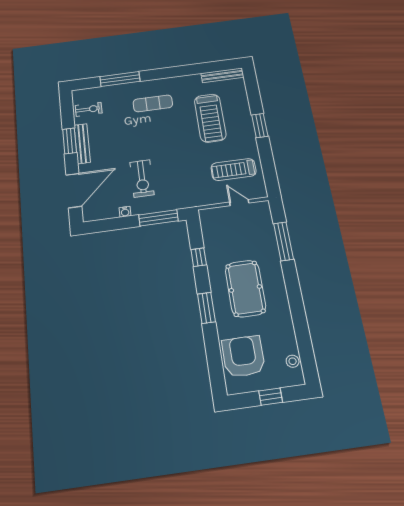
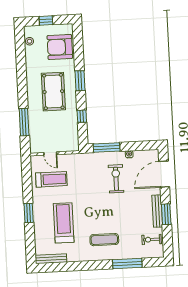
armchair: (243, 356) -> (60, 47), turned 90

